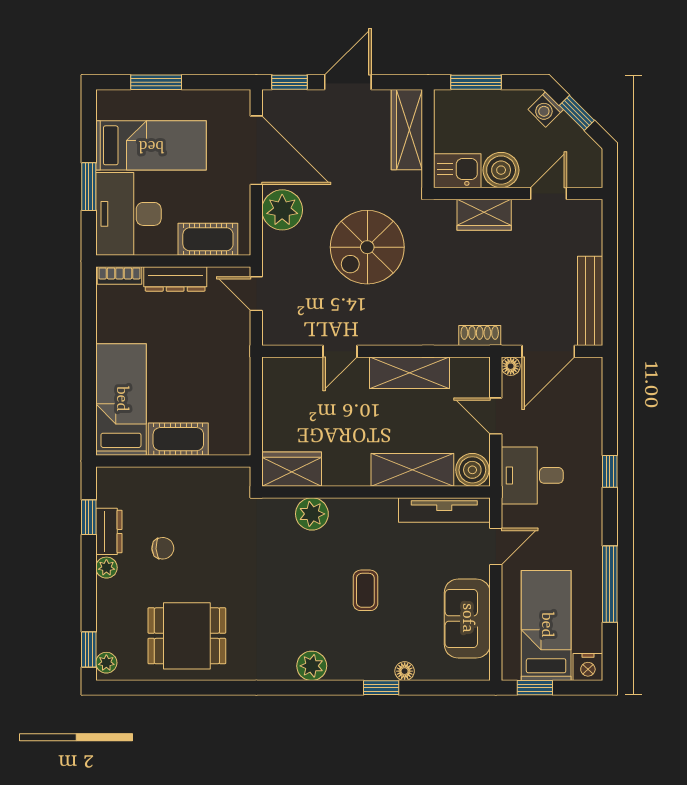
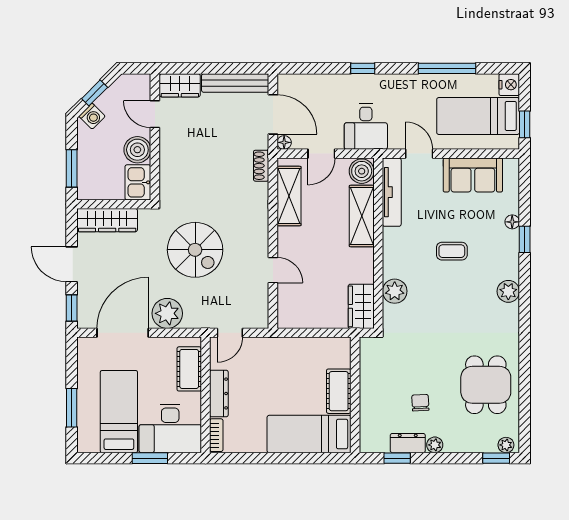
wardrobe: (484, 215) -> (180, 85), moved, turned 90
shelving: (409, 373) -> (289, 196), moved

